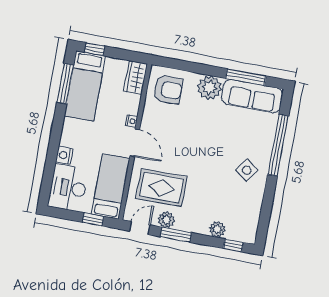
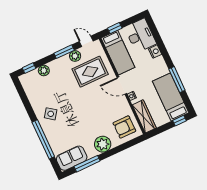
wardrobe: (136, 77) -> (144, 116), width x1.50
window: (65, 84) -> (177, 80), moved
sofa: (252, 96) -> (72, 158), width x0.73
door: (140, 228) -> (86, 41), swing flipped

